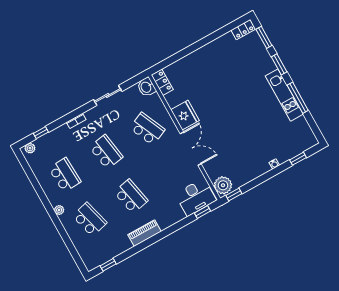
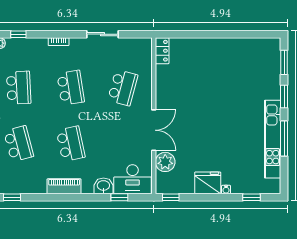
locker: (243, 30) -> (268, 44), removed
washbasin: (146, 87) -> (103, 186), moved, turned 90
kitchen unit: (284, 95) -> (273, 139), width x1.36
fridge: (185, 115) -> (208, 183), moved, turned -90
school desk: (147, 129) -> (123, 88), turned 39
plant: (223, 185) -> (165, 162), moved
window: (202, 212) -> (119, 197), moved

